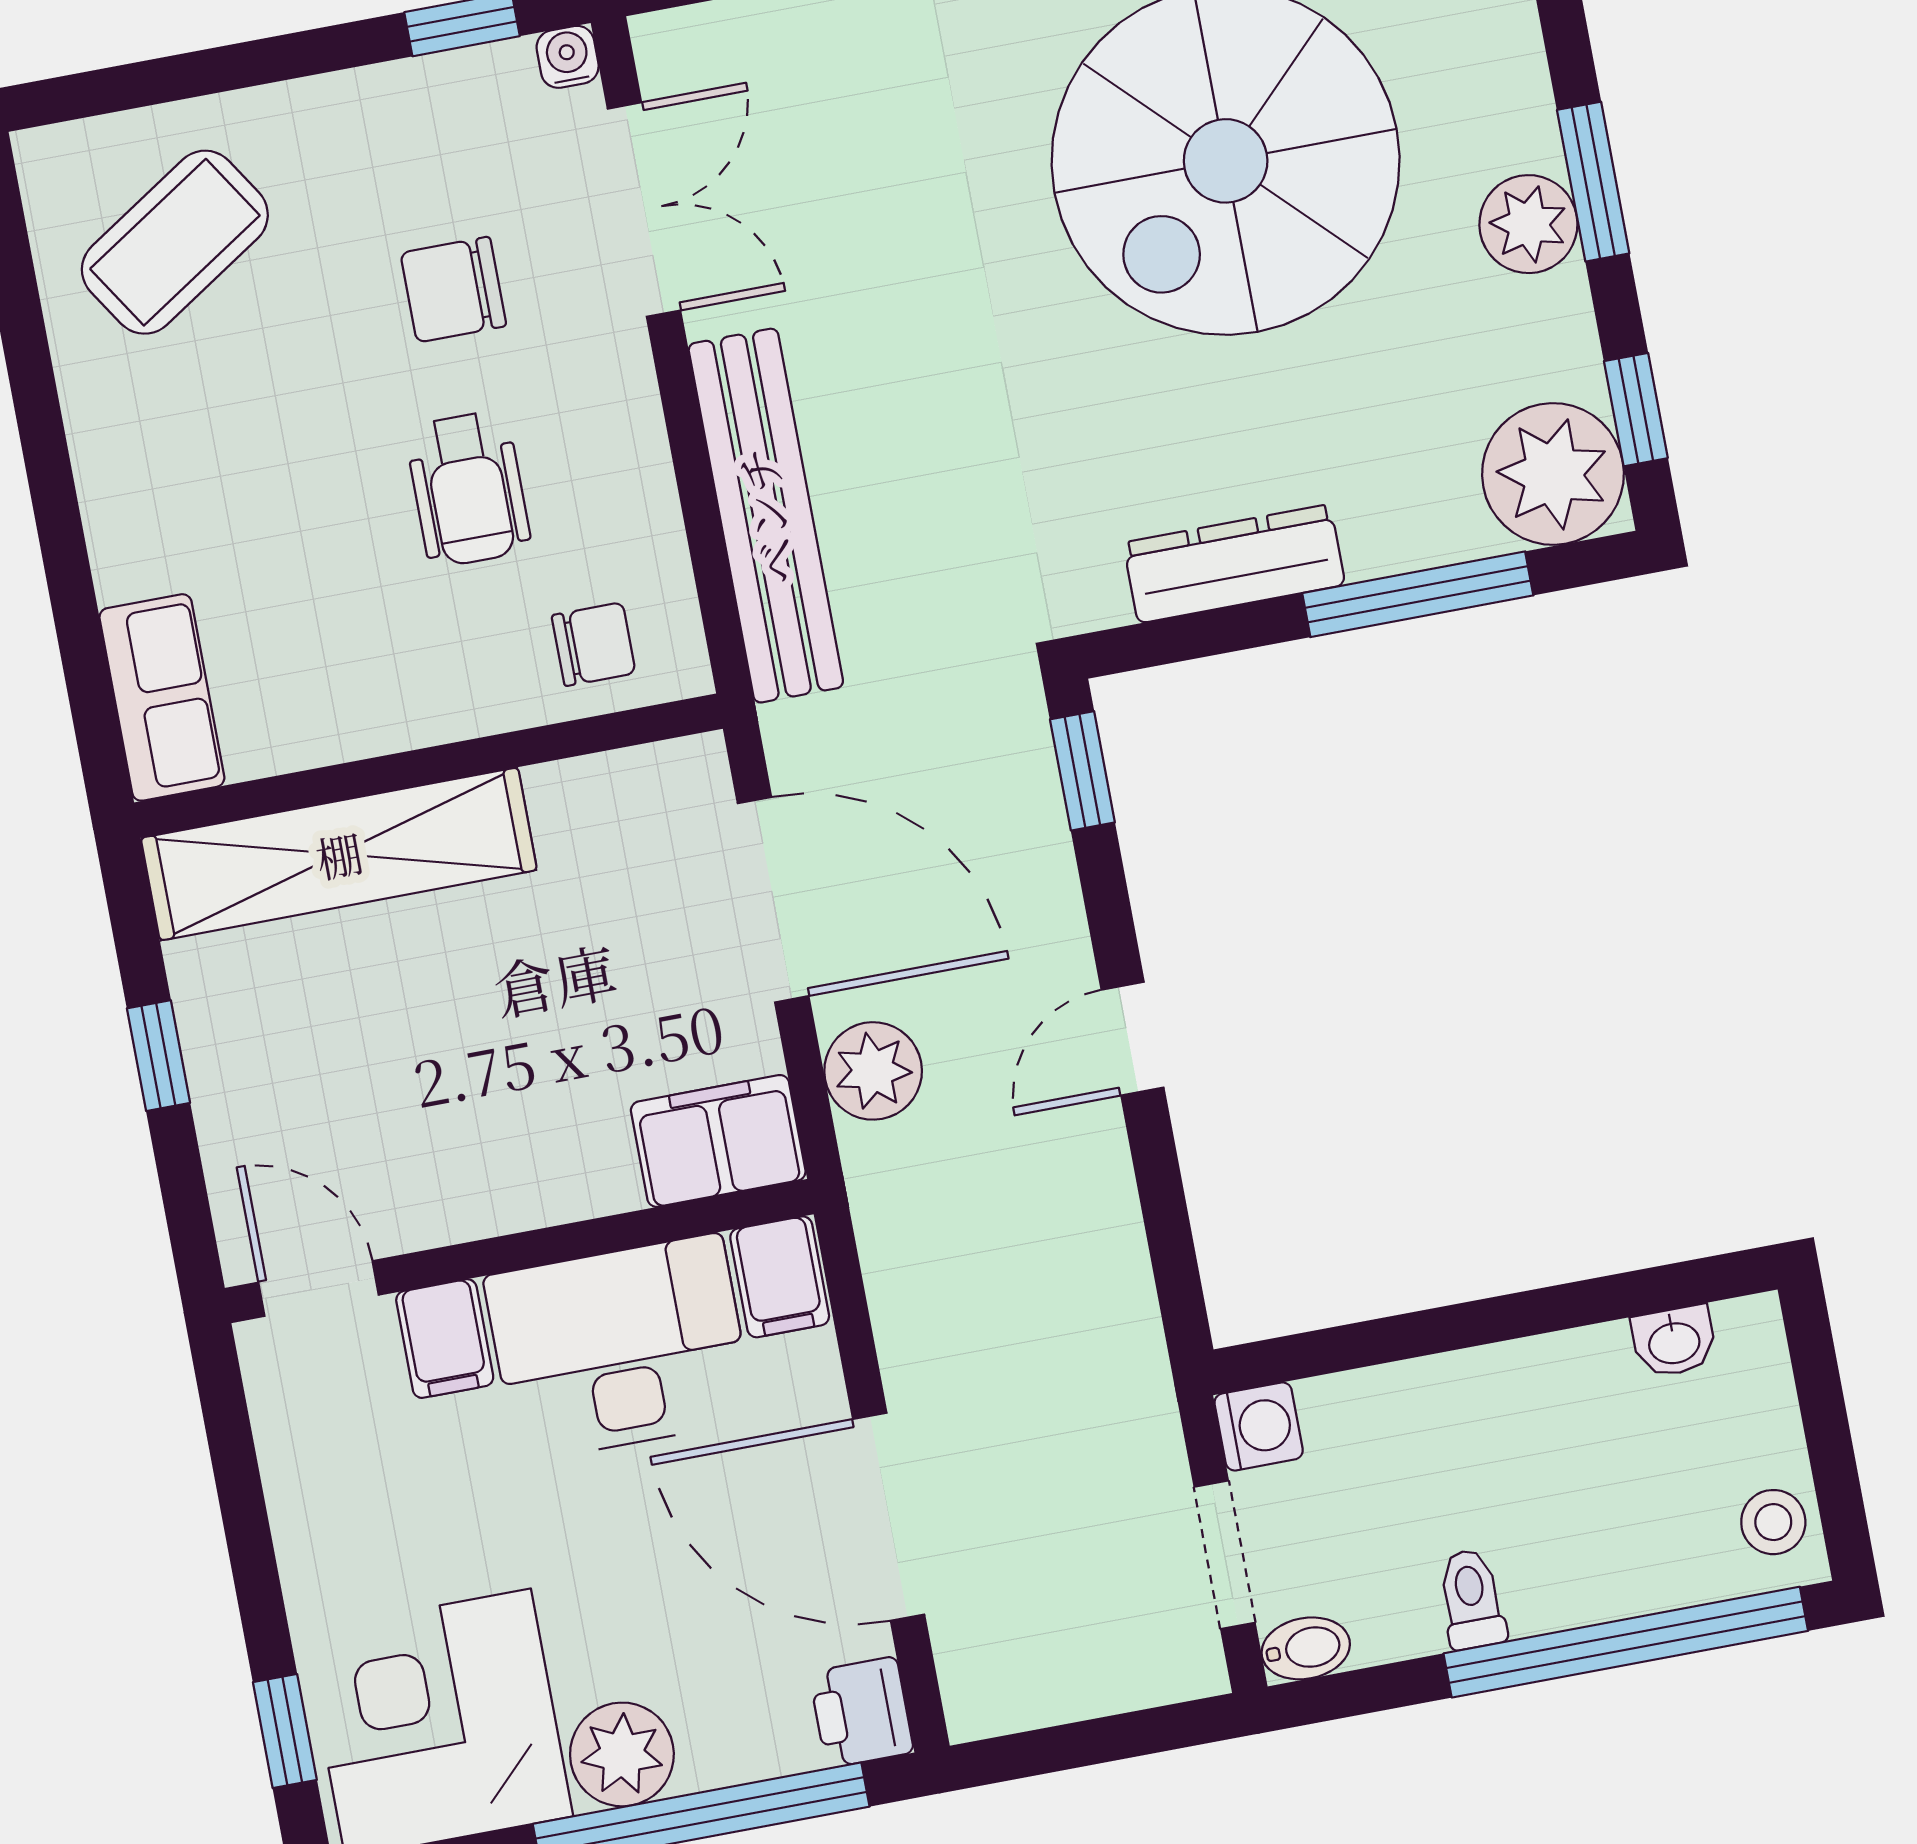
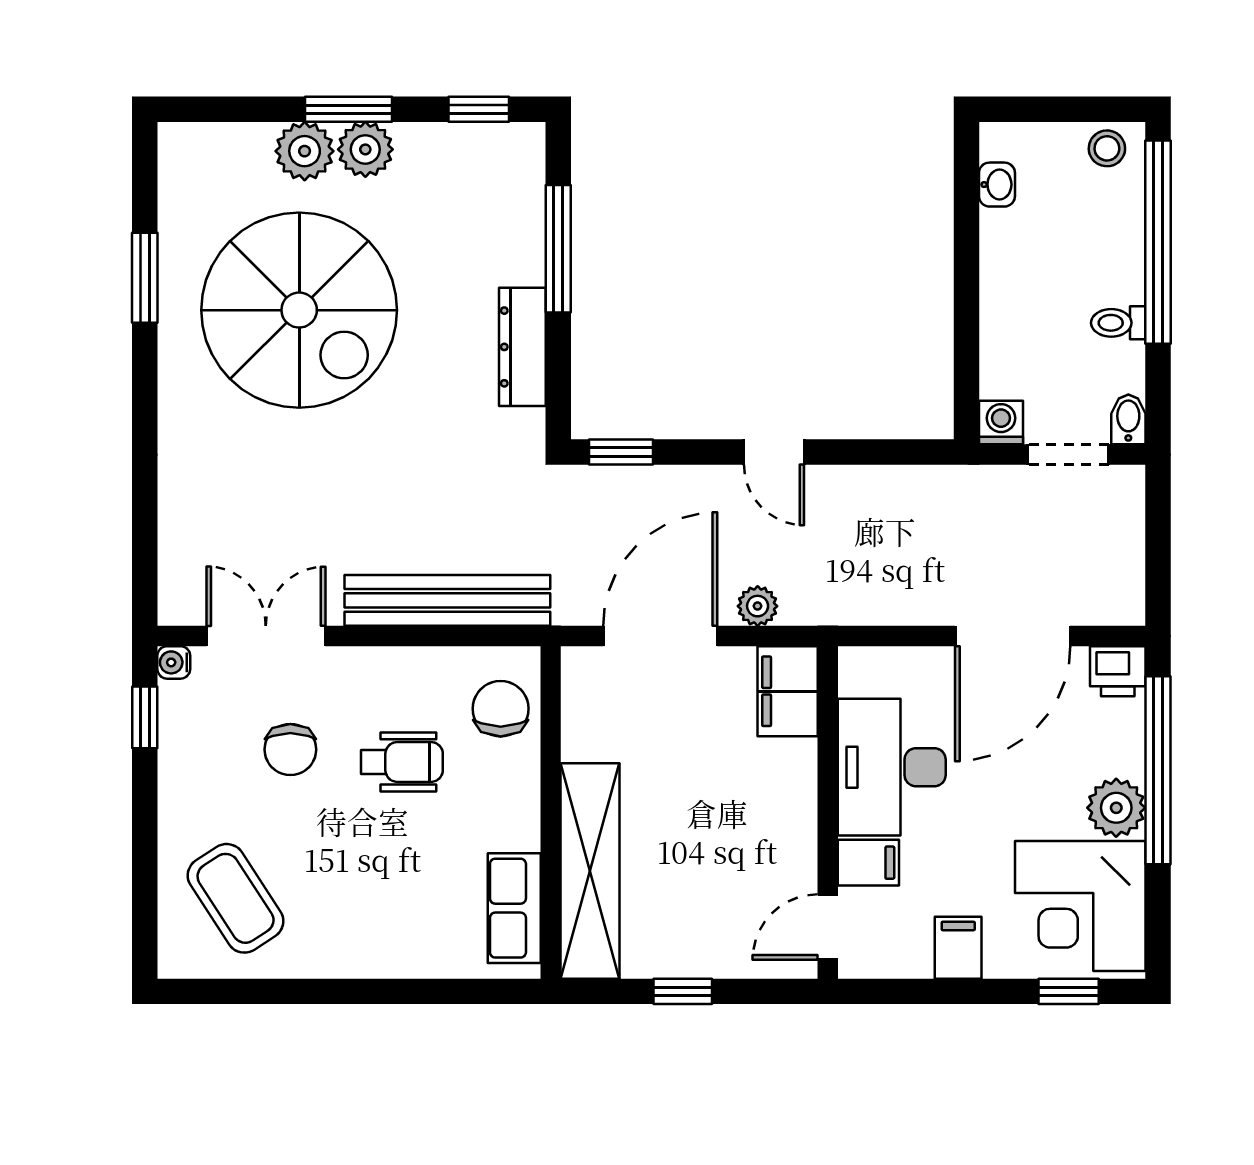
plant: (1553, 474) -> (305, 151), moved, width x0.73, depth x0.73
chair: (594, 644) -> (501, 709), width x1.37, depth x1.37
row of seats: (162, 697) -> (514, 908), moved, turned -90
plant: (873, 1071) -> (758, 606), width x0.73, depth x0.73
filing cabinet: (780, 1277) -> (958, 948), moved, turned -90

